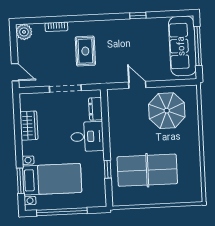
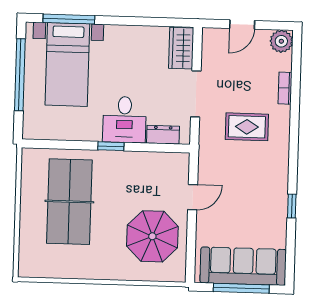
door: (15, 72) -> (242, 24), moved
wardrobe: (29, 126) -> (181, 48), moved, turned 90
window: (108, 169) -> (111, 146), moved
window: (20, 181) -> (69, 19), width x1.44

